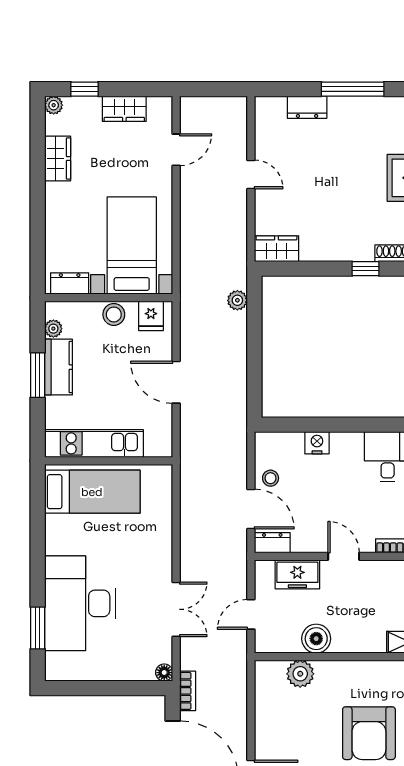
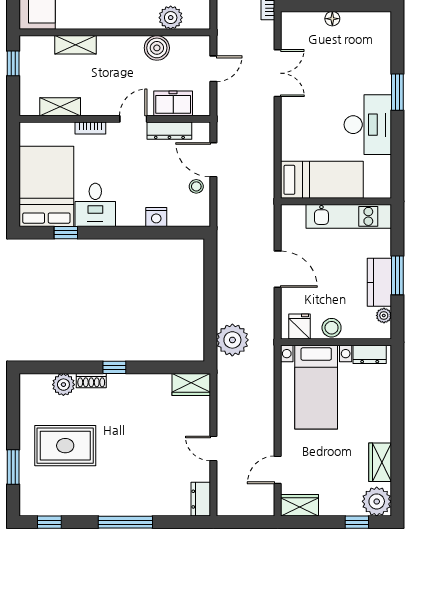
plant: (54, 105) -> (377, 501), width x1.88, depth x1.88
dresser: (307, 107) -> (201, 499), moved, turned -90
wardrobe: (124, 109) -> (300, 505), moved
plant: (237, 300) -> (232, 340), width x1.88, depth x1.88
bed: (92, 492) -> (322, 180), moved, turned 180
dresser: (272, 543) -> (169, 131), moved, width x1.44
door: (344, 556) -> (133, 119), swing flipped
desk: (80, 603) -> (368, 125), moved, width x0.73, depth x0.77
double door: (176, 609) -> (278, 73), swing flipped
window: (38, 628) -> (397, 92), moved
floor lamp: (164, 673) -> (332, 19), moved

